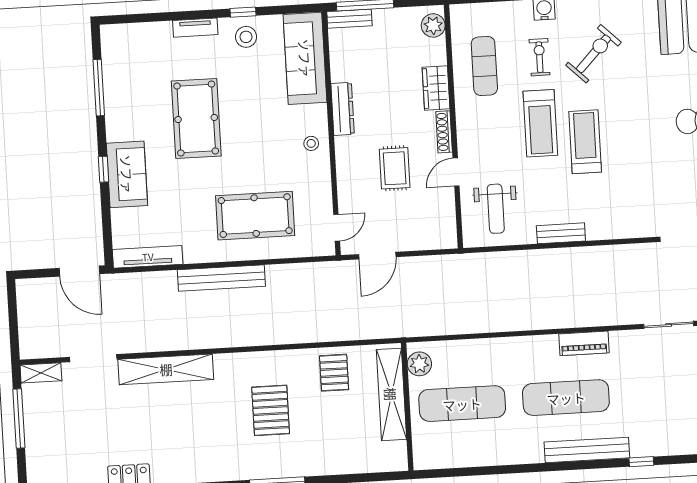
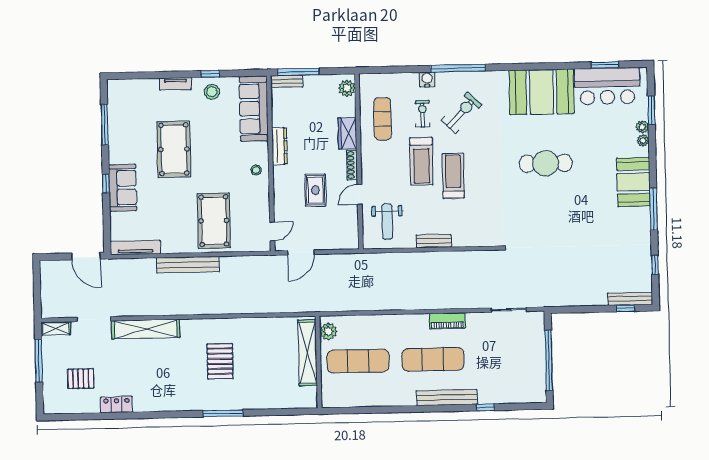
pool table: (255, 216) -> (214, 221), turned 90
pallet: (334, 373) -> (81, 379), moved, turned 90

